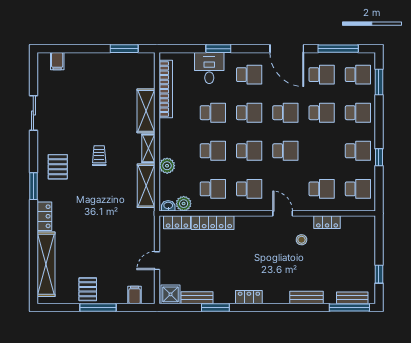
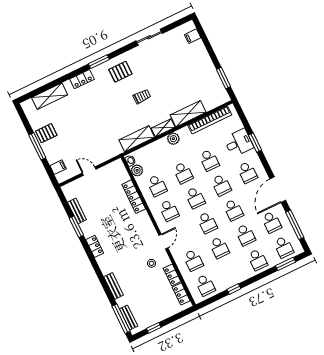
school desk: (358, 151) -> (219, 248), moved
plant: (167, 166) -> (173, 139), moved
locker: (177, 222) -> (181, 294), moved
shelving: (46, 264) -> (50, 96), width x0.68
shower: (170, 294) -> (70, 192), removed

